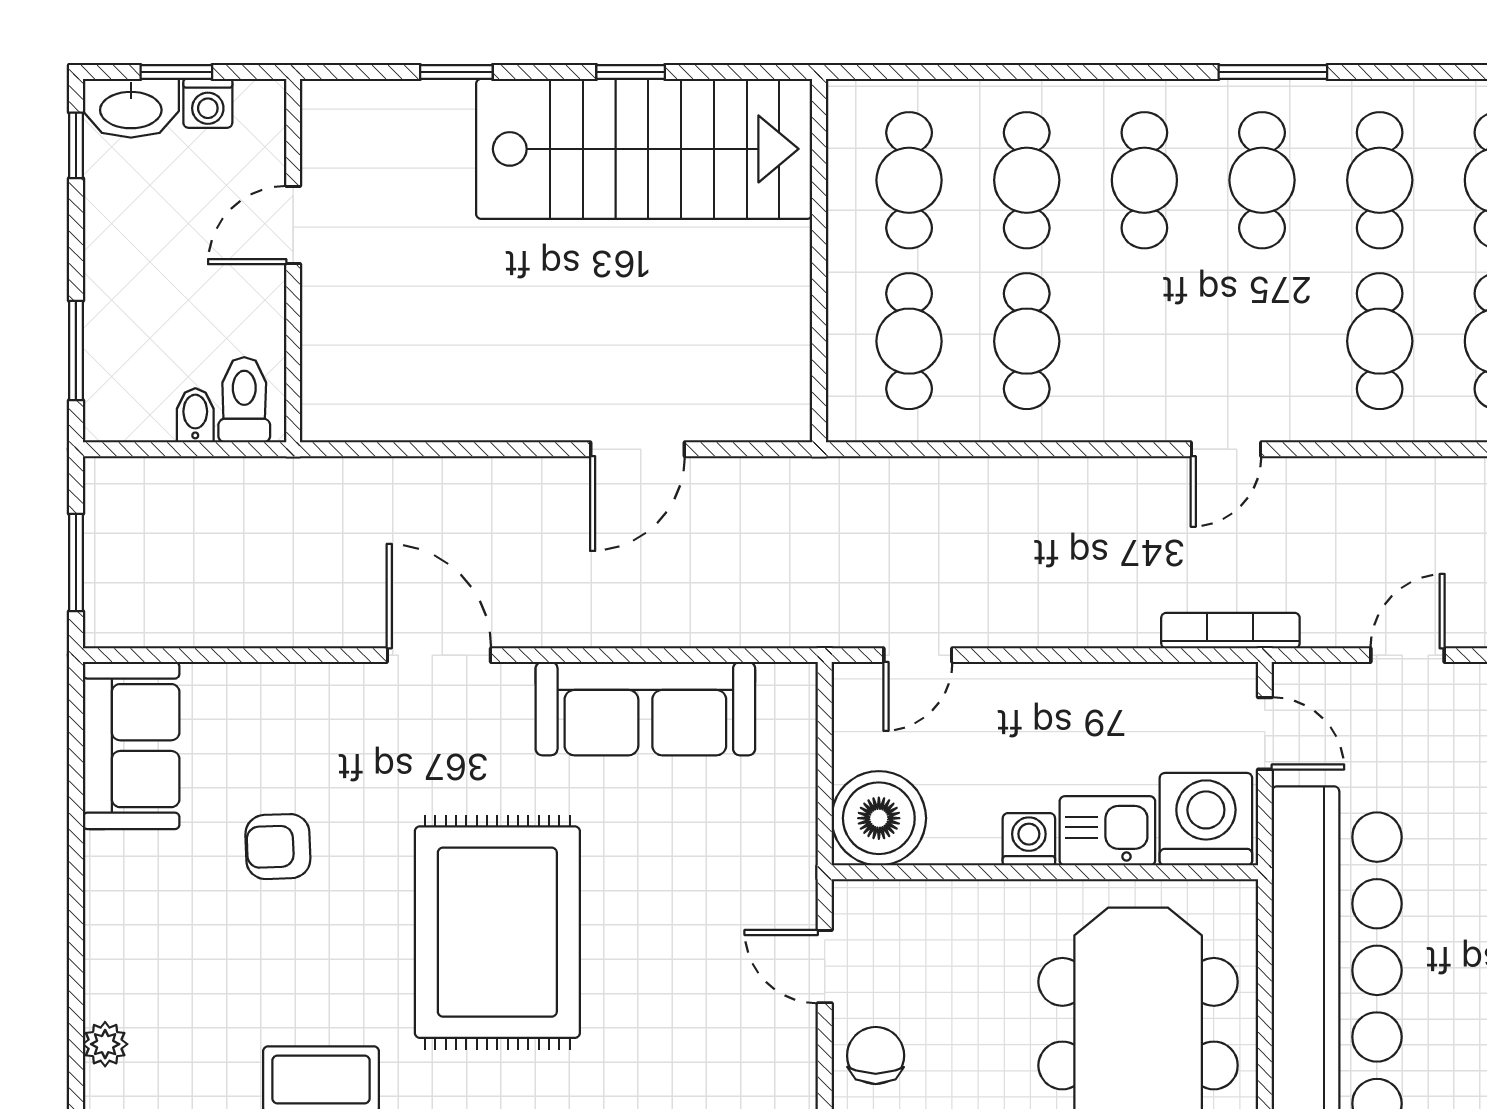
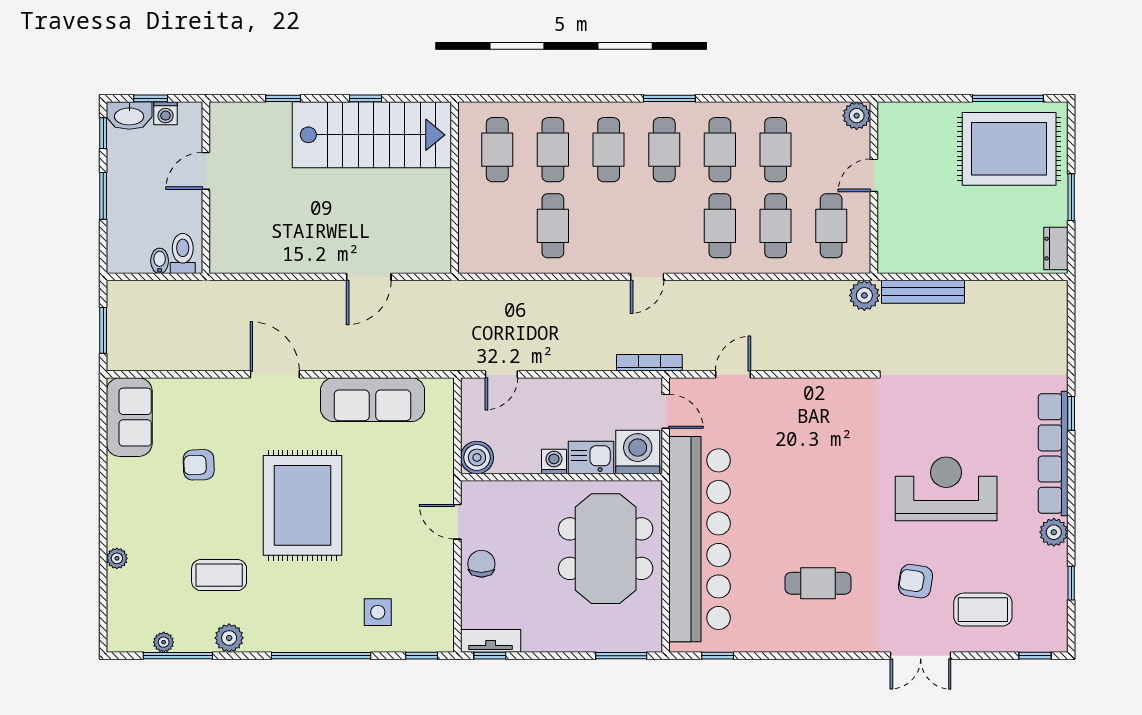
cafe table: (909, 341) -> (497, 226), removed
window: (76, 351) -> (103, 196), moved
boiler: (879, 818) -> (477, 457), width x0.73, depth x0.73

